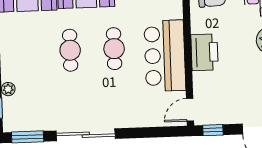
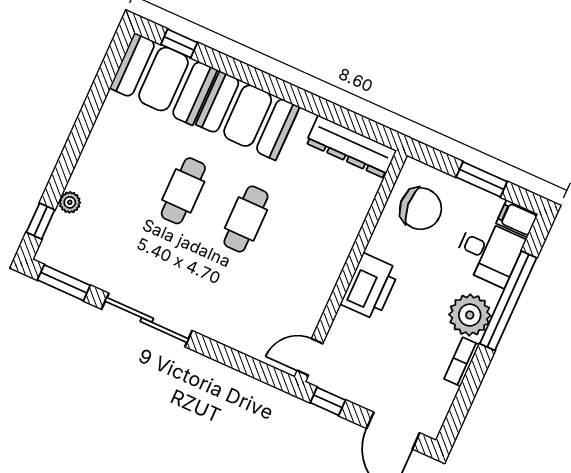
bar counter: (165, 56) -> (312, 264), removed

